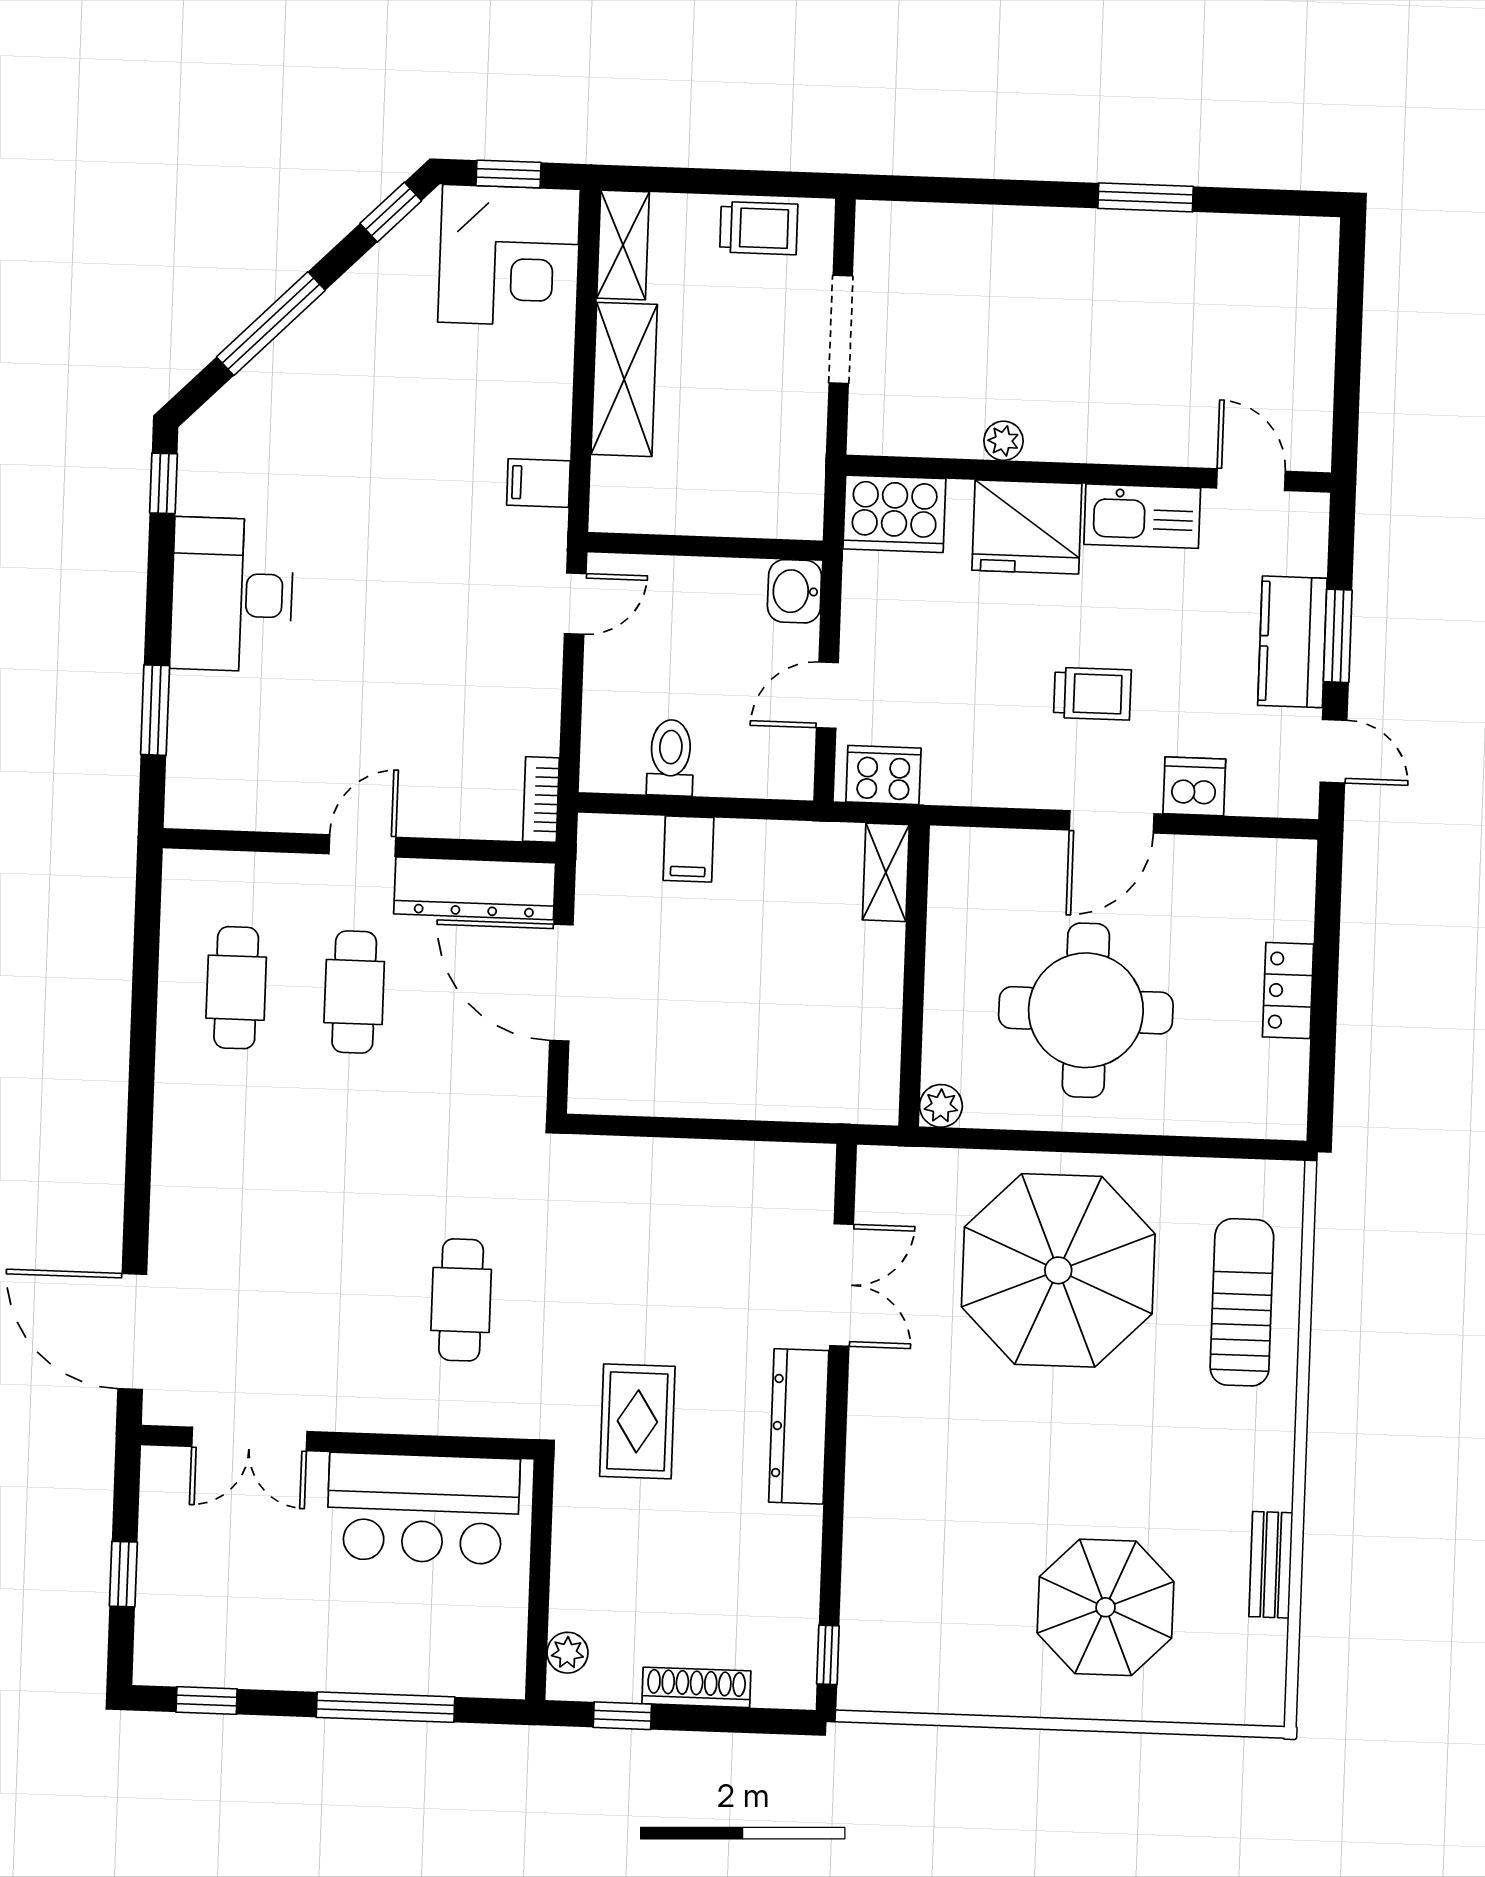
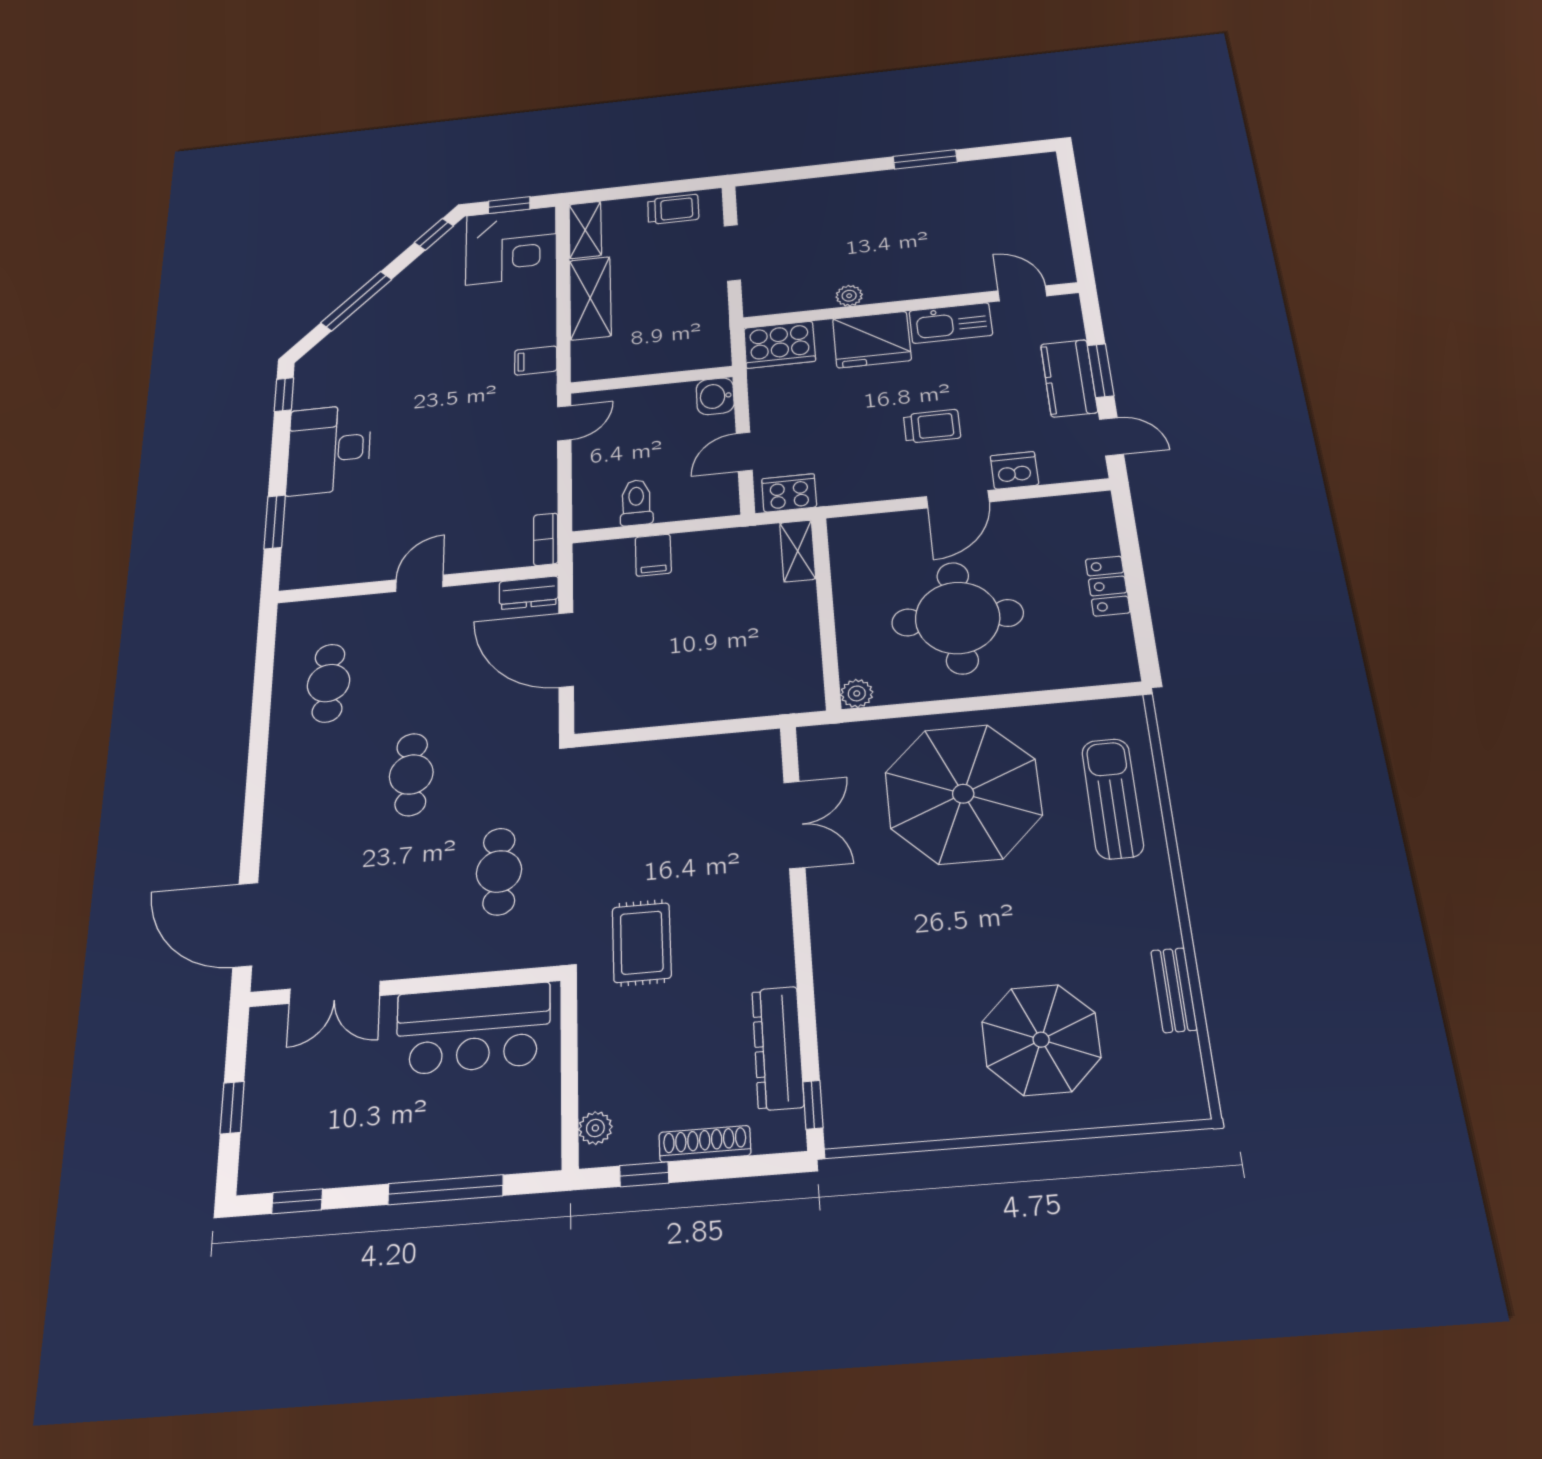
dresser: (475, 888) -> (529, 593), width x0.51, depth x0.80
cafe table: (354, 992) -> (411, 774), moved
dresser: (799, 1426) -> (778, 1048), moved

